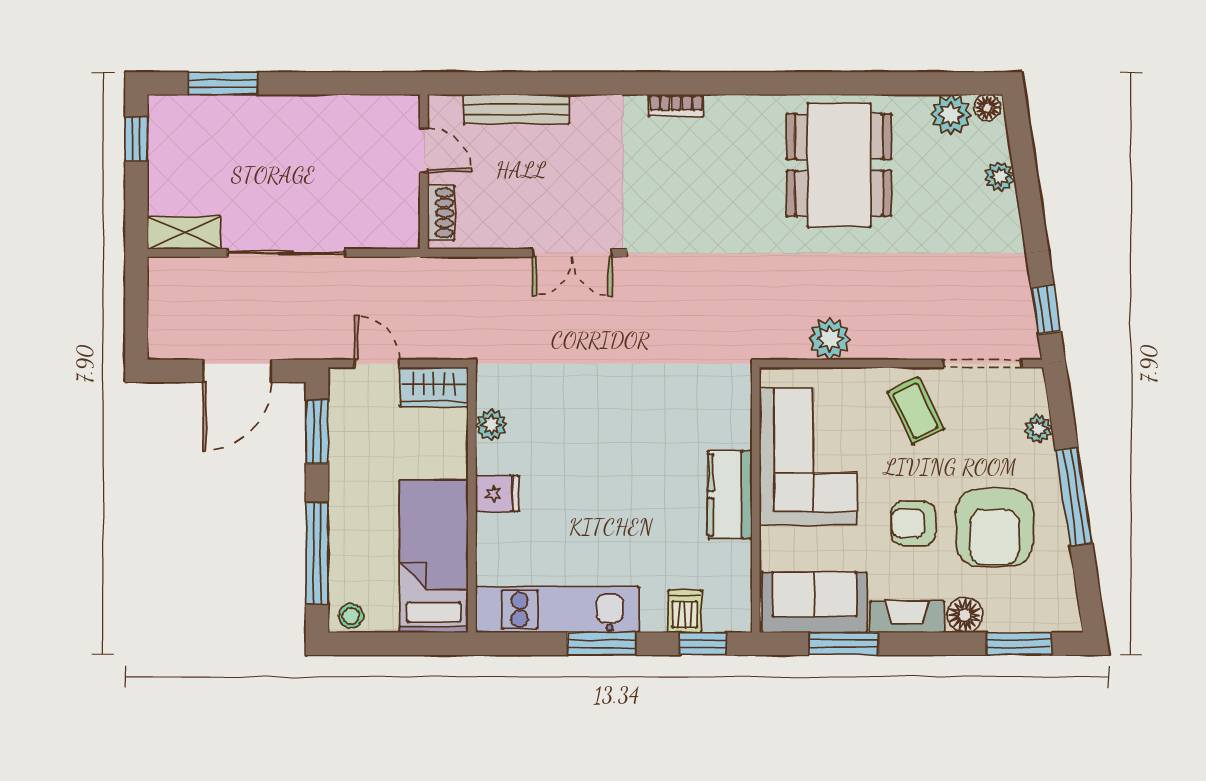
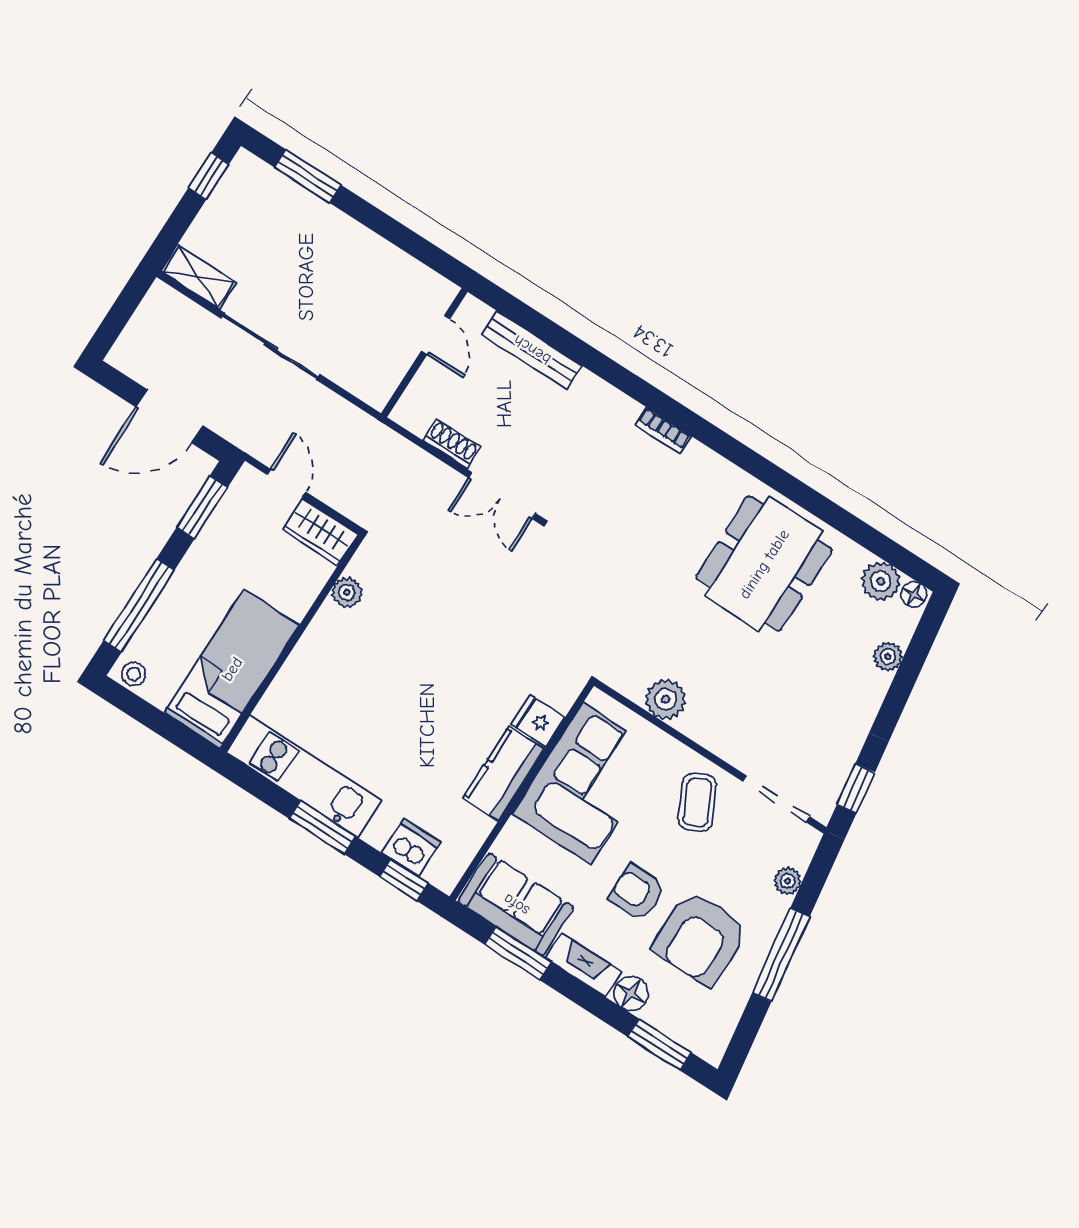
shoe rack: (441, 213) -> (452, 444), moved, turned -90
fridge: (497, 493) -> (538, 721), moved, turned 180
dishwasher: (685, 611) -> (411, 848), width x1.38

